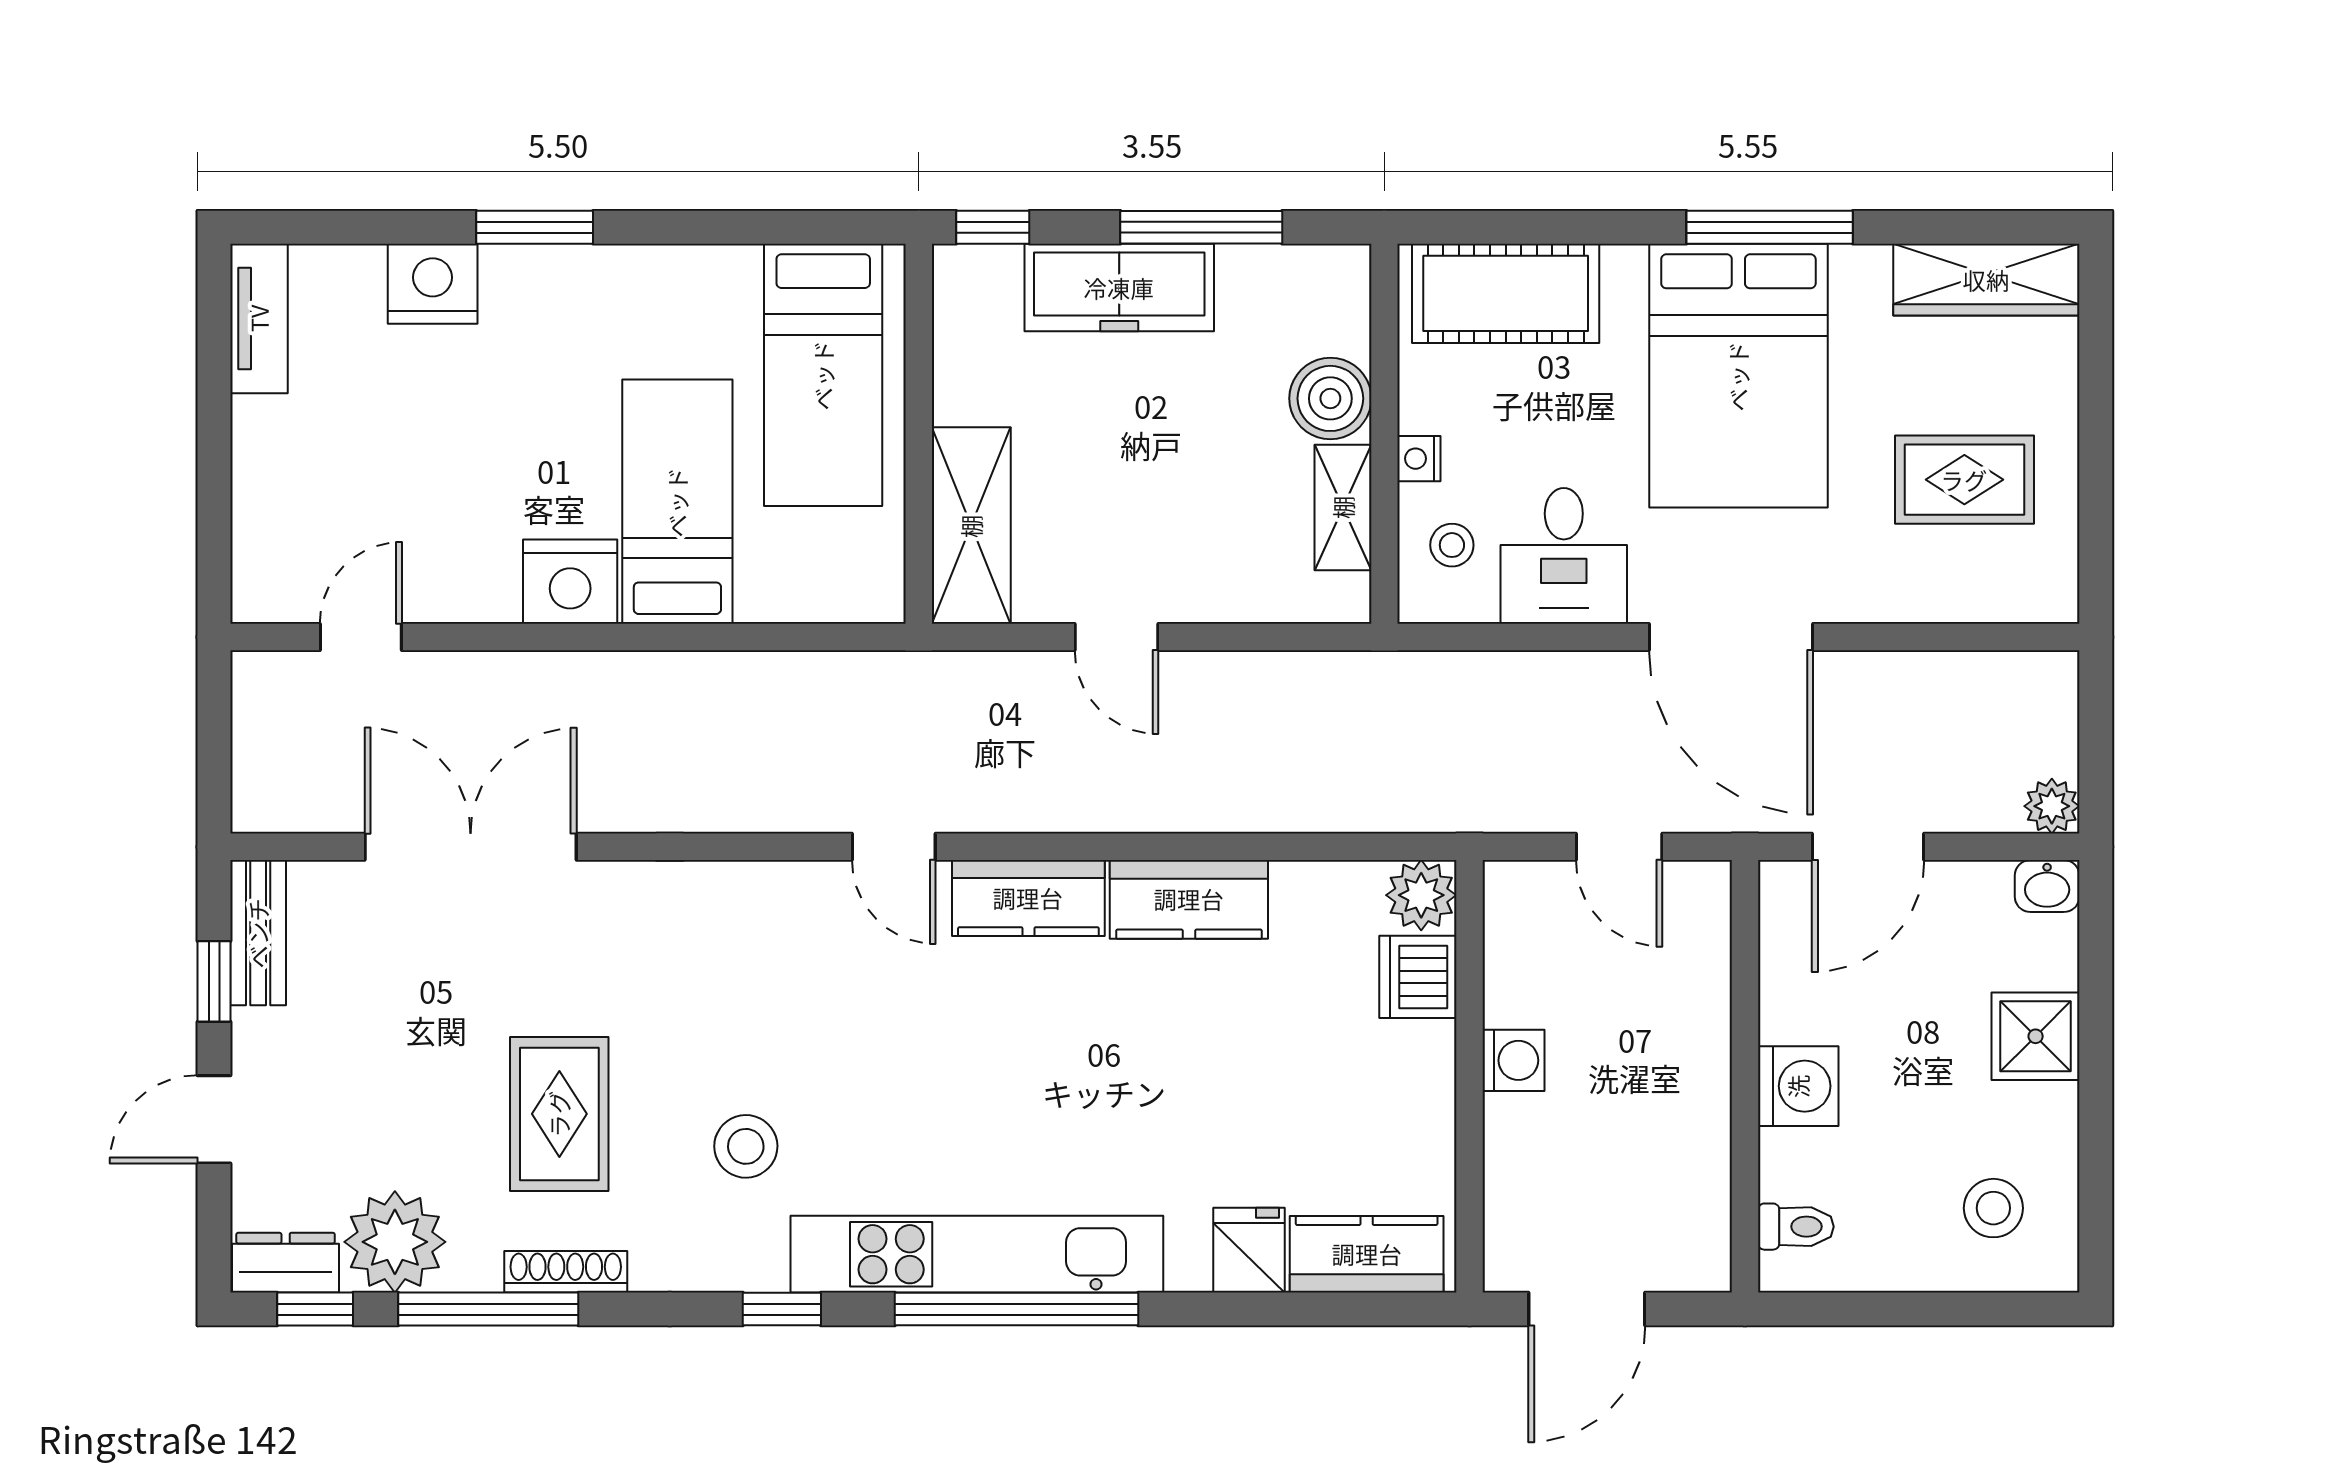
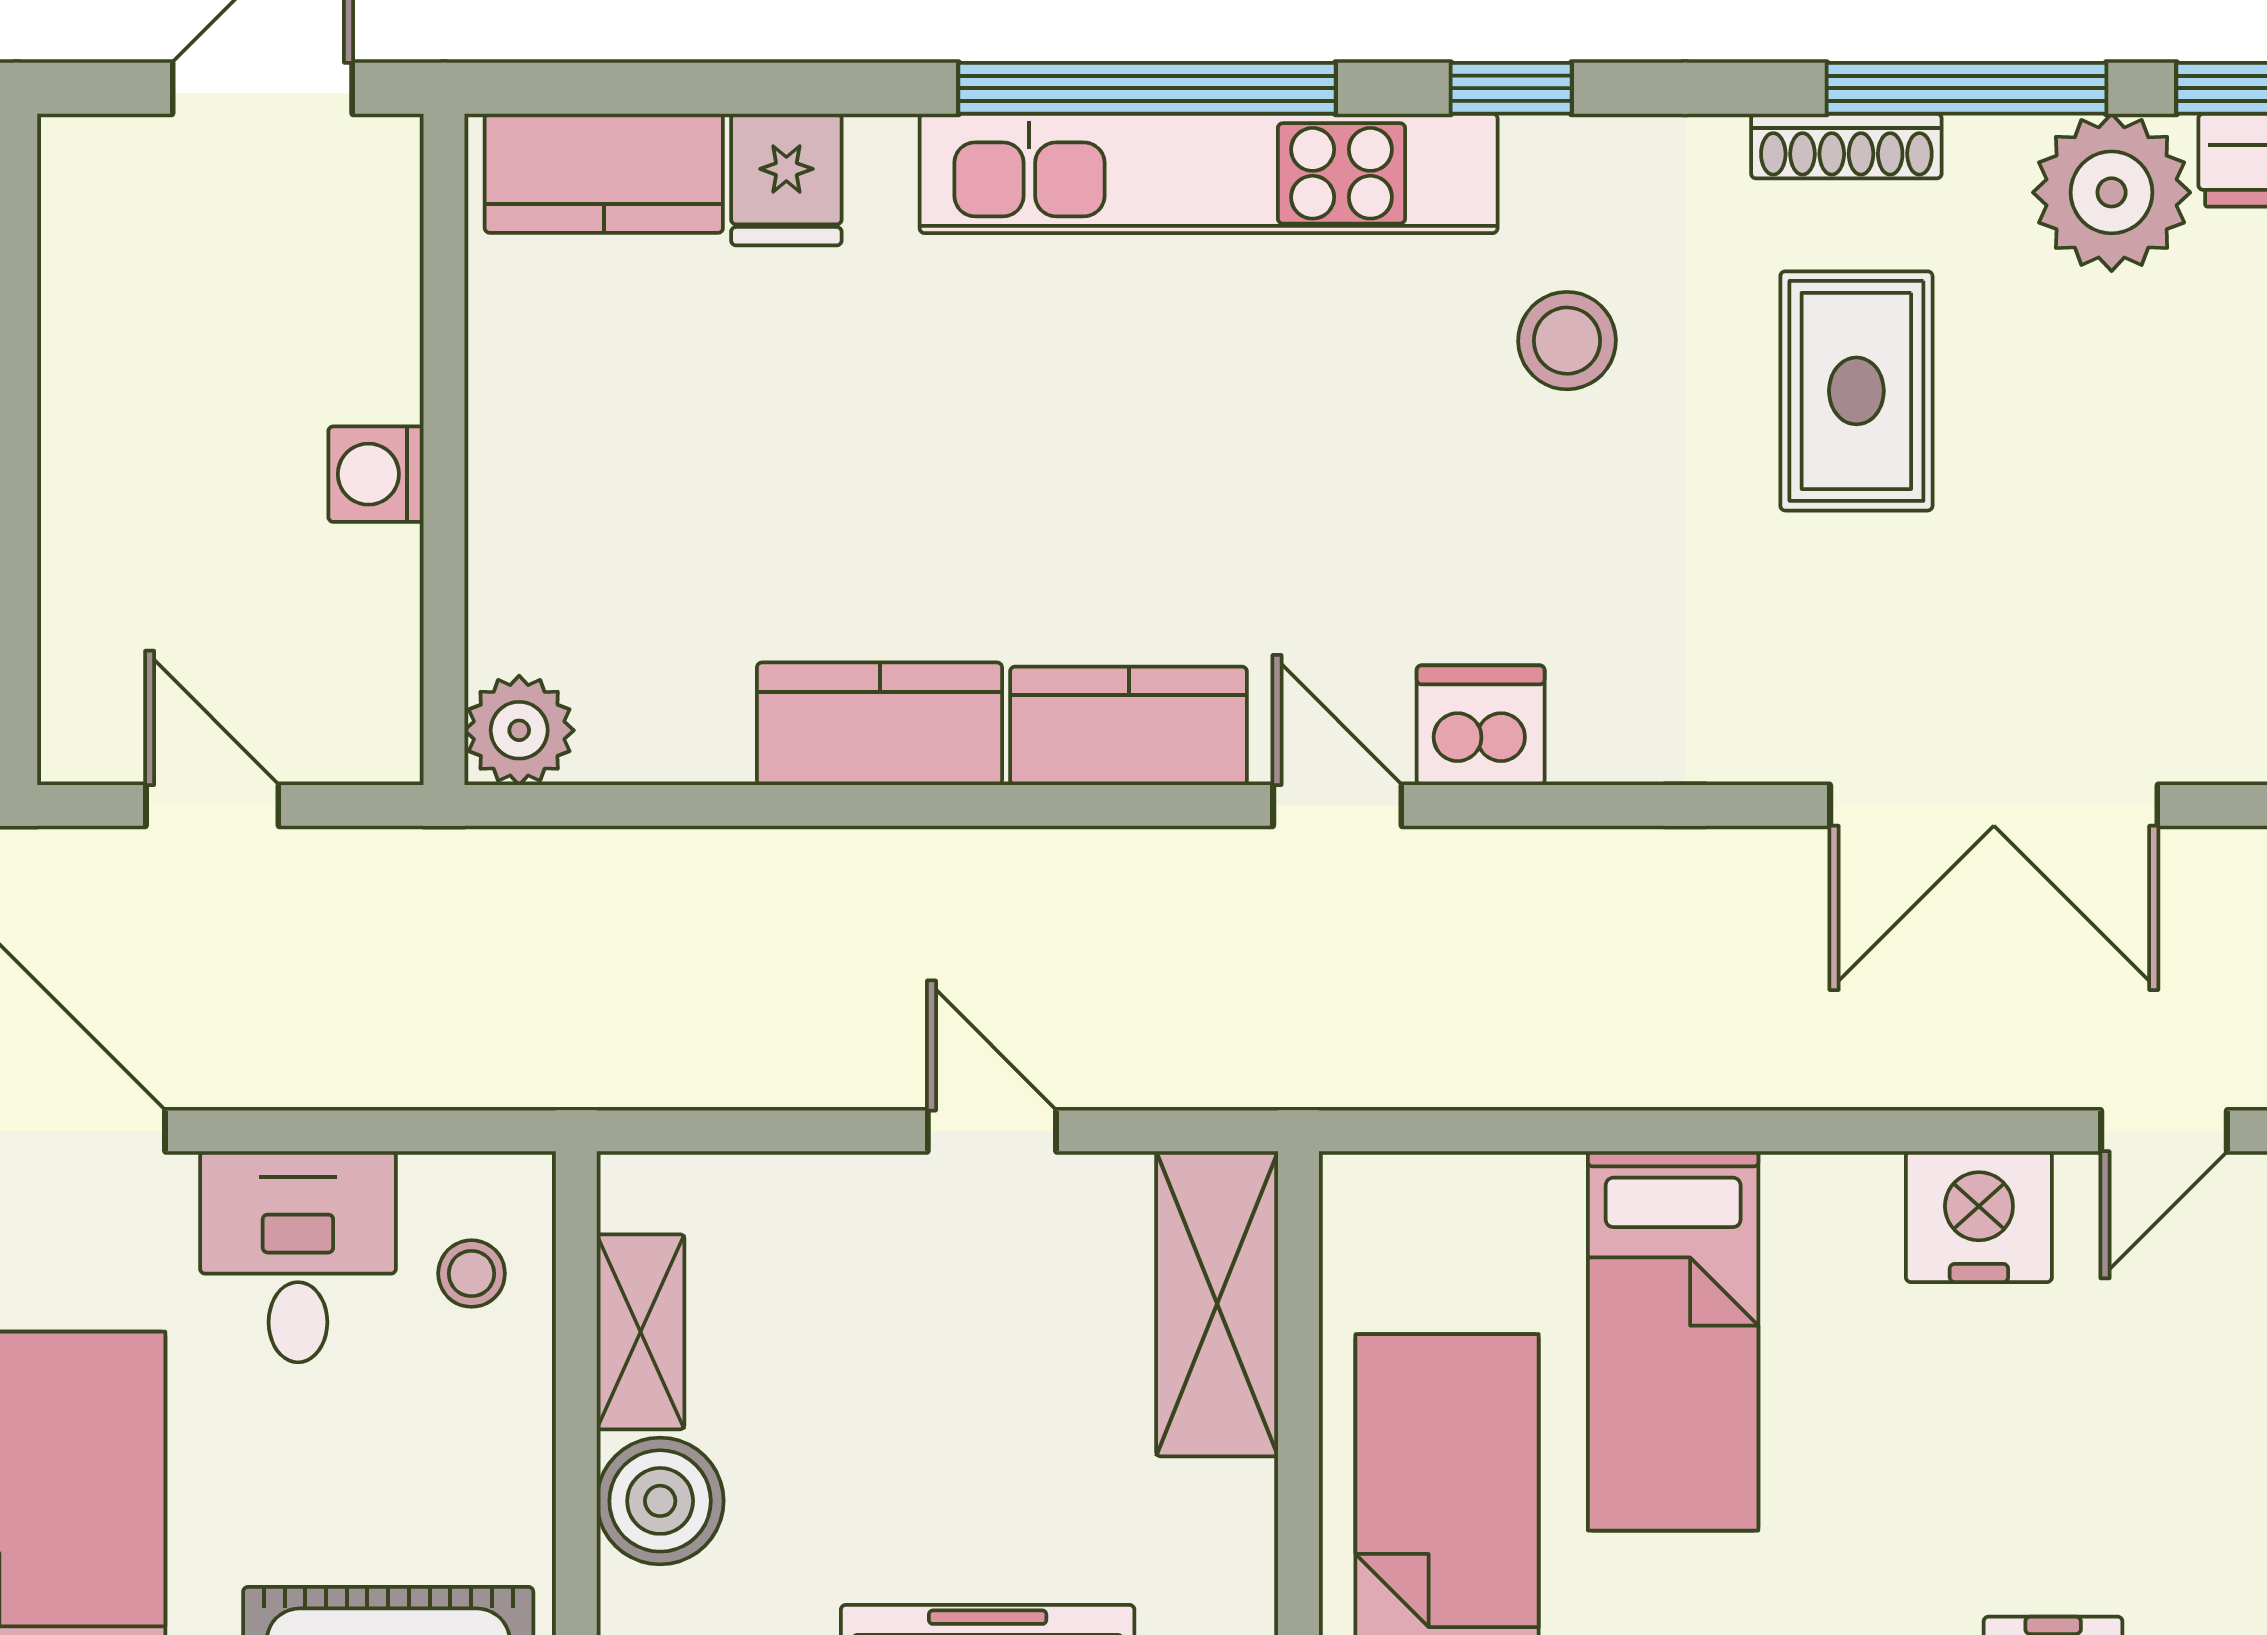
nightstand: (1419, 459) -> (523, 1408), removed
nightstand: (570, 582) -> (1979, 1217), moved
dishwasher: (1418, 977) -> (1481, 725), moved, turned -90

